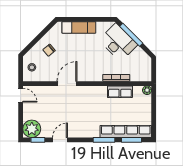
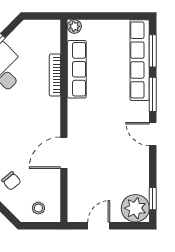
door: (67, 84) -> (64, 153), hinge flipped
row of seats: (120, 92) -> (77, 69), width x1.48
door: (21, 95) -> (99, 226), moved
door: (60, 140) -> (153, 134), moved

